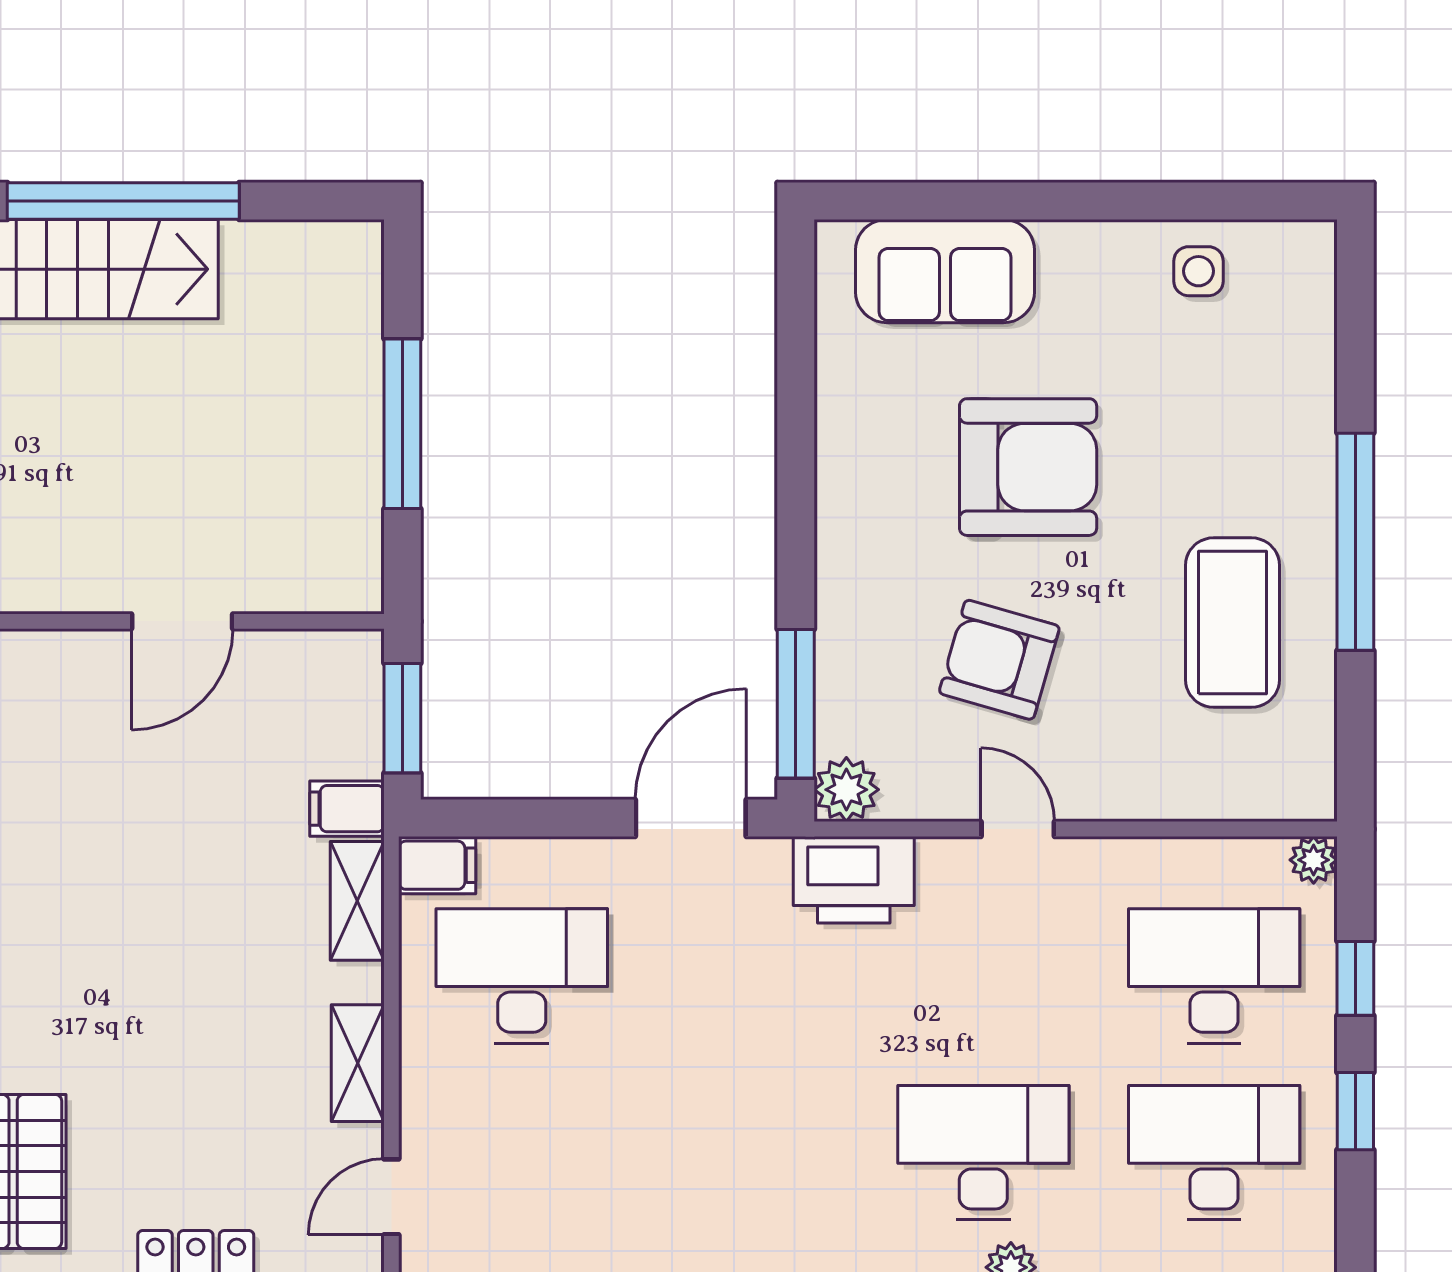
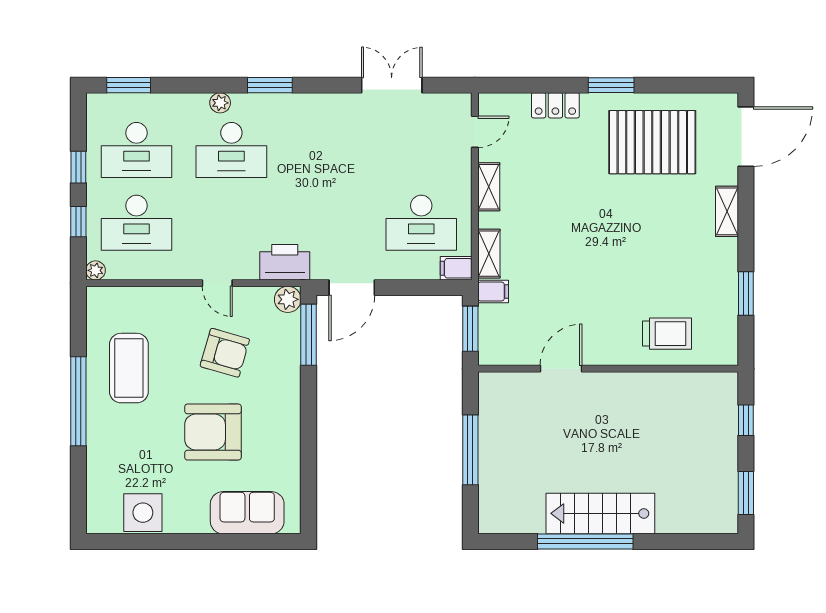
side table: (1199, 271) -> (143, 513), width x1.87, depth x1.87

